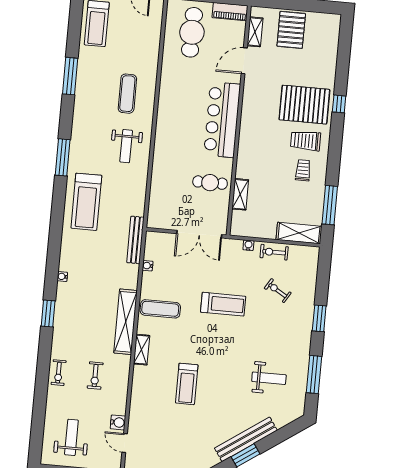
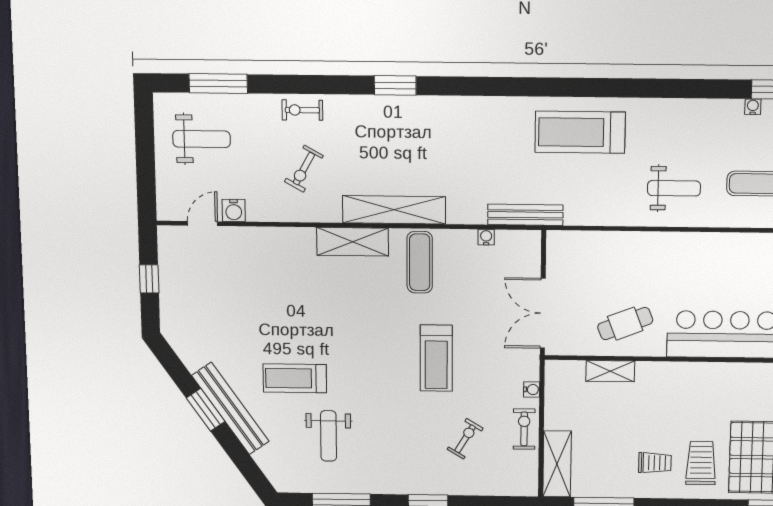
weight bench: (126, 146) -> (674, 188), turned 180
window: (63, 157) -> (218, 84), moved
cafe table: (210, 183) -> (625, 324), turned 69
water cooler: (62, 276) -> (753, 107), moved
shelving: (142, 350) -> (353, 242), width x1.50, depth x1.33
exercise bike: (95, 376) -> (304, 169), turned -61
treadmill: (187, 384) -> (295, 378), moved

